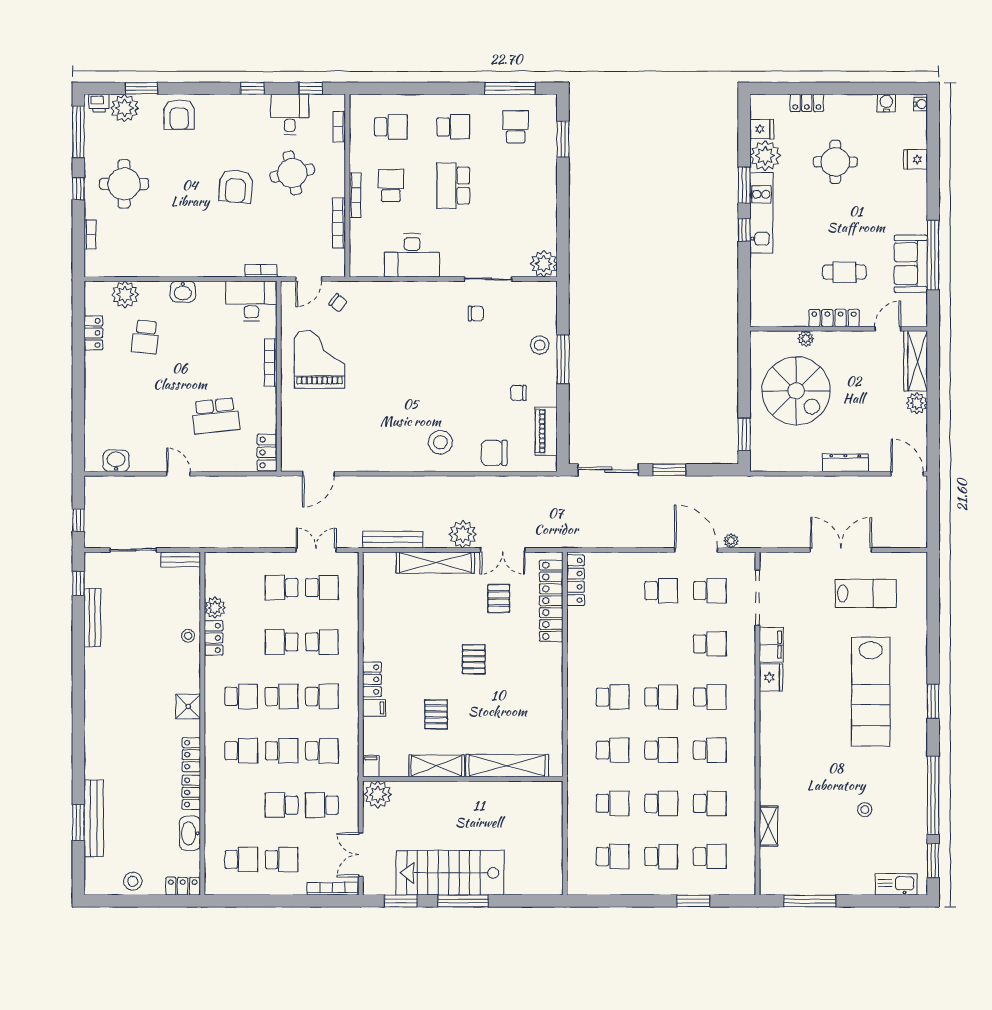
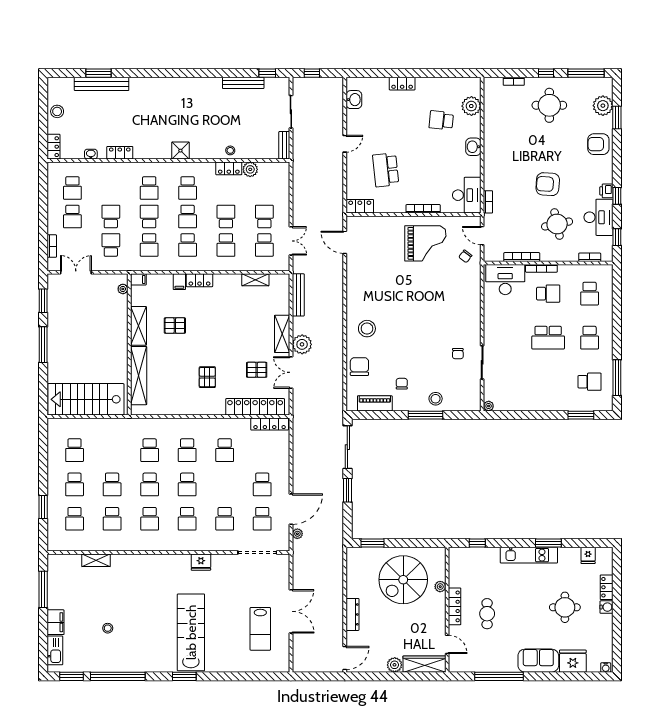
printer: (99, 103) -> (606, 191), moved
water cooler: (886, 103) -> (606, 607), moved
desk: (290, 114) -> (598, 217), width x1.37
plant: (765, 156) -> (569, 558), removed
fridge: (915, 159) -> (573, 661), width x1.88, depth x1.34
school desk: (453, 186) -> (548, 338), turned 180
window: (744, 230) -> (477, 543), moved
desk: (412, 256) -> (505, 280), moved, turned 90
plant: (544, 264) -> (489, 406), width x0.53, depth x0.53
sofa: (911, 264) -> (538, 661), moved
locker: (93, 333) -> (402, 84), moved
shelving: (435, 563) -> (282, 334), width x0.68
shelving: (371, 600) -> (255, 280), added
filing cabinet: (771, 645) -> (56, 622), moved, turned -90
pallet: (474, 659) -> (207, 377), moved, turned 90
lab bench: (871, 692) -> (191, 632), turned 90
school desk: (282, 751) -> (149, 216), turned 180
locker: (191, 755) -> (146, 153), removed
plant: (378, 794) -> (123, 289), width x0.53, depth x0.53
school desk: (613, 803) -> (225, 450), moved
washbasin: (190, 833) -> (91, 154), width x0.52, depth x0.69
stairs: (450, 873) -> (86, 399), moved, turned -90
bookcase: (333, 889) -> (52, 246), width x0.64

